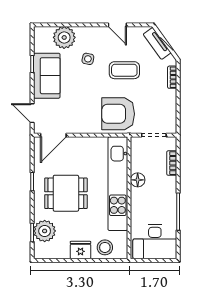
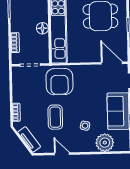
coffee table: (124, 70) -> (55, 117), turned 90
armchair: (118, 114) -> (59, 82), turned 90
door: (53, 135) -> (112, 63), hinge flipped

